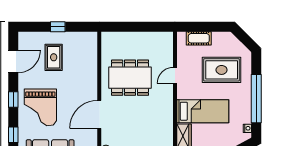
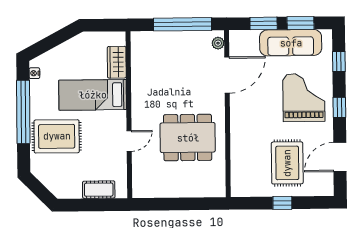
rug: (54, 57) -> (287, 163), width x1.36, depth x1.43
rug: (222, 70) -> (57, 136), moved
door: (99, 114) -> (227, 75), moved

